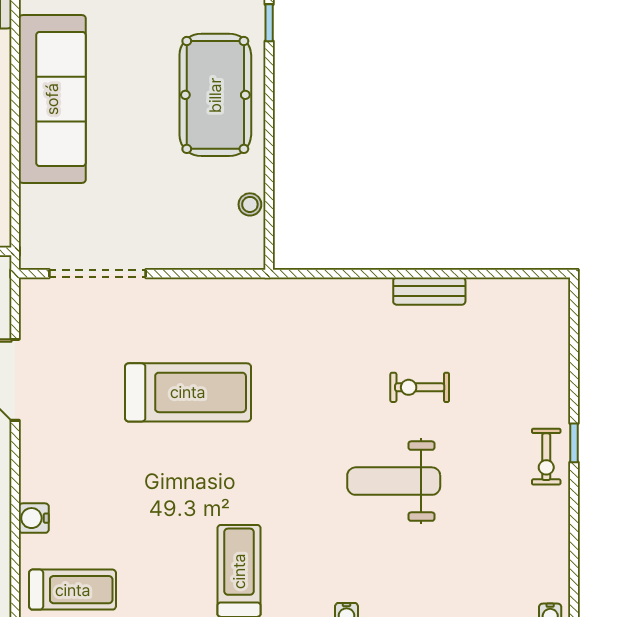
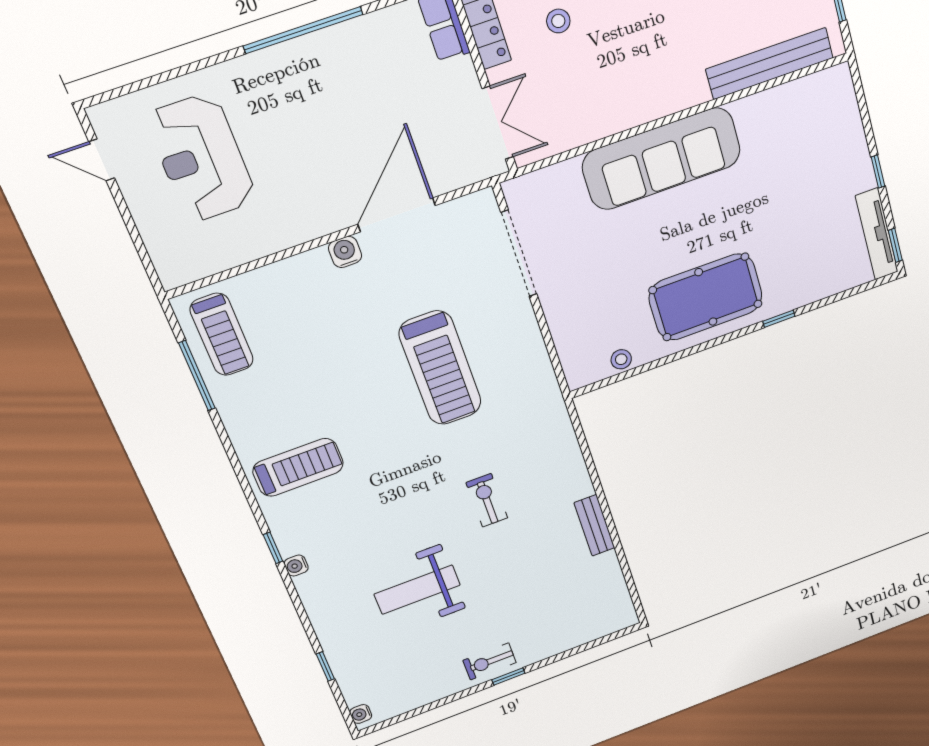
exercise bike: (420, 387) -> (487, 500), moved
weight bench: (394, 481) -> (417, 590), moved, turned -90
water cooler: (34, 518) -> (345, 252), moved

